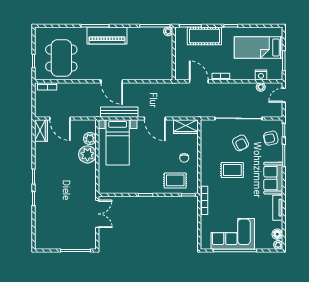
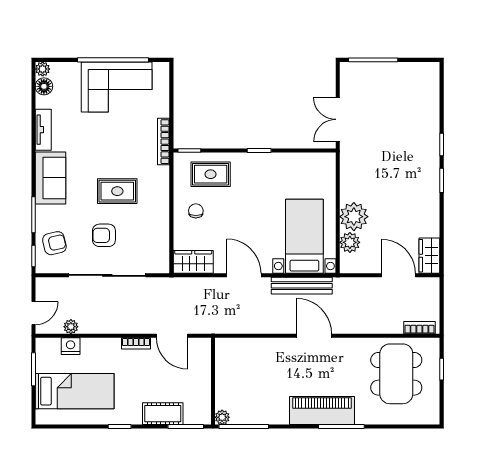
cot: (204, 36) -> (163, 414), width x0.73, depth x0.75
armchair: (240, 143) -> (104, 235), turned -63

